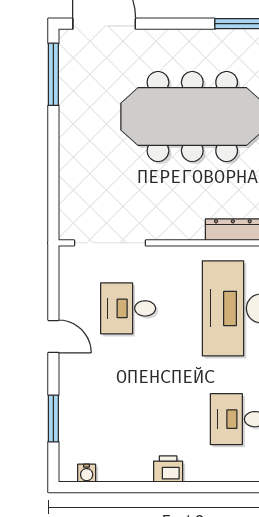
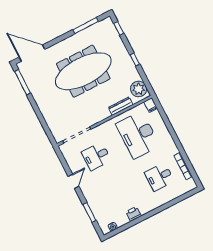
door: (53, 336) -> (73, 181), hinge flipped
printer: (168, 469) -> (134, 214), moved

